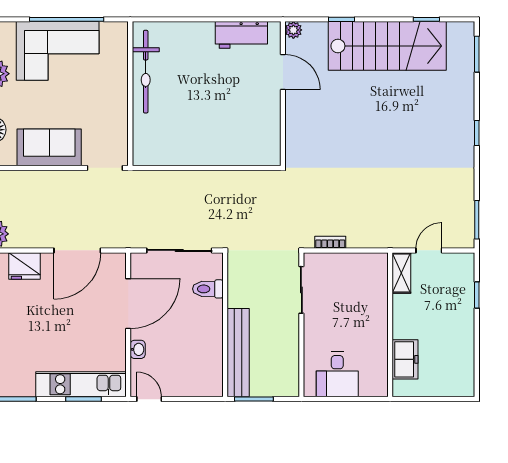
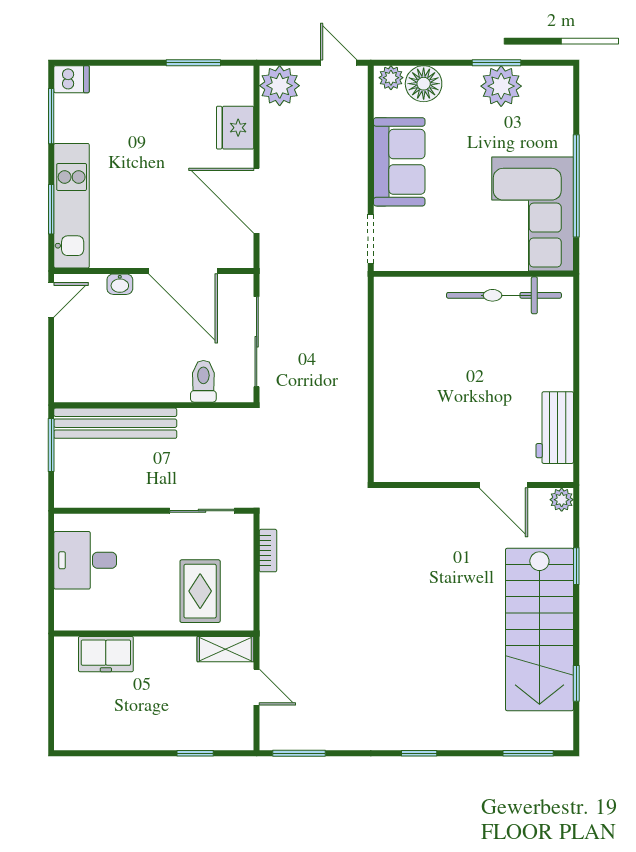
corner sofa: (58, 51) -> (533, 214), moved
door: (283, 72) -> (503, 485), hinge flipped
rug: (360, 291) -> (200, 591), added

